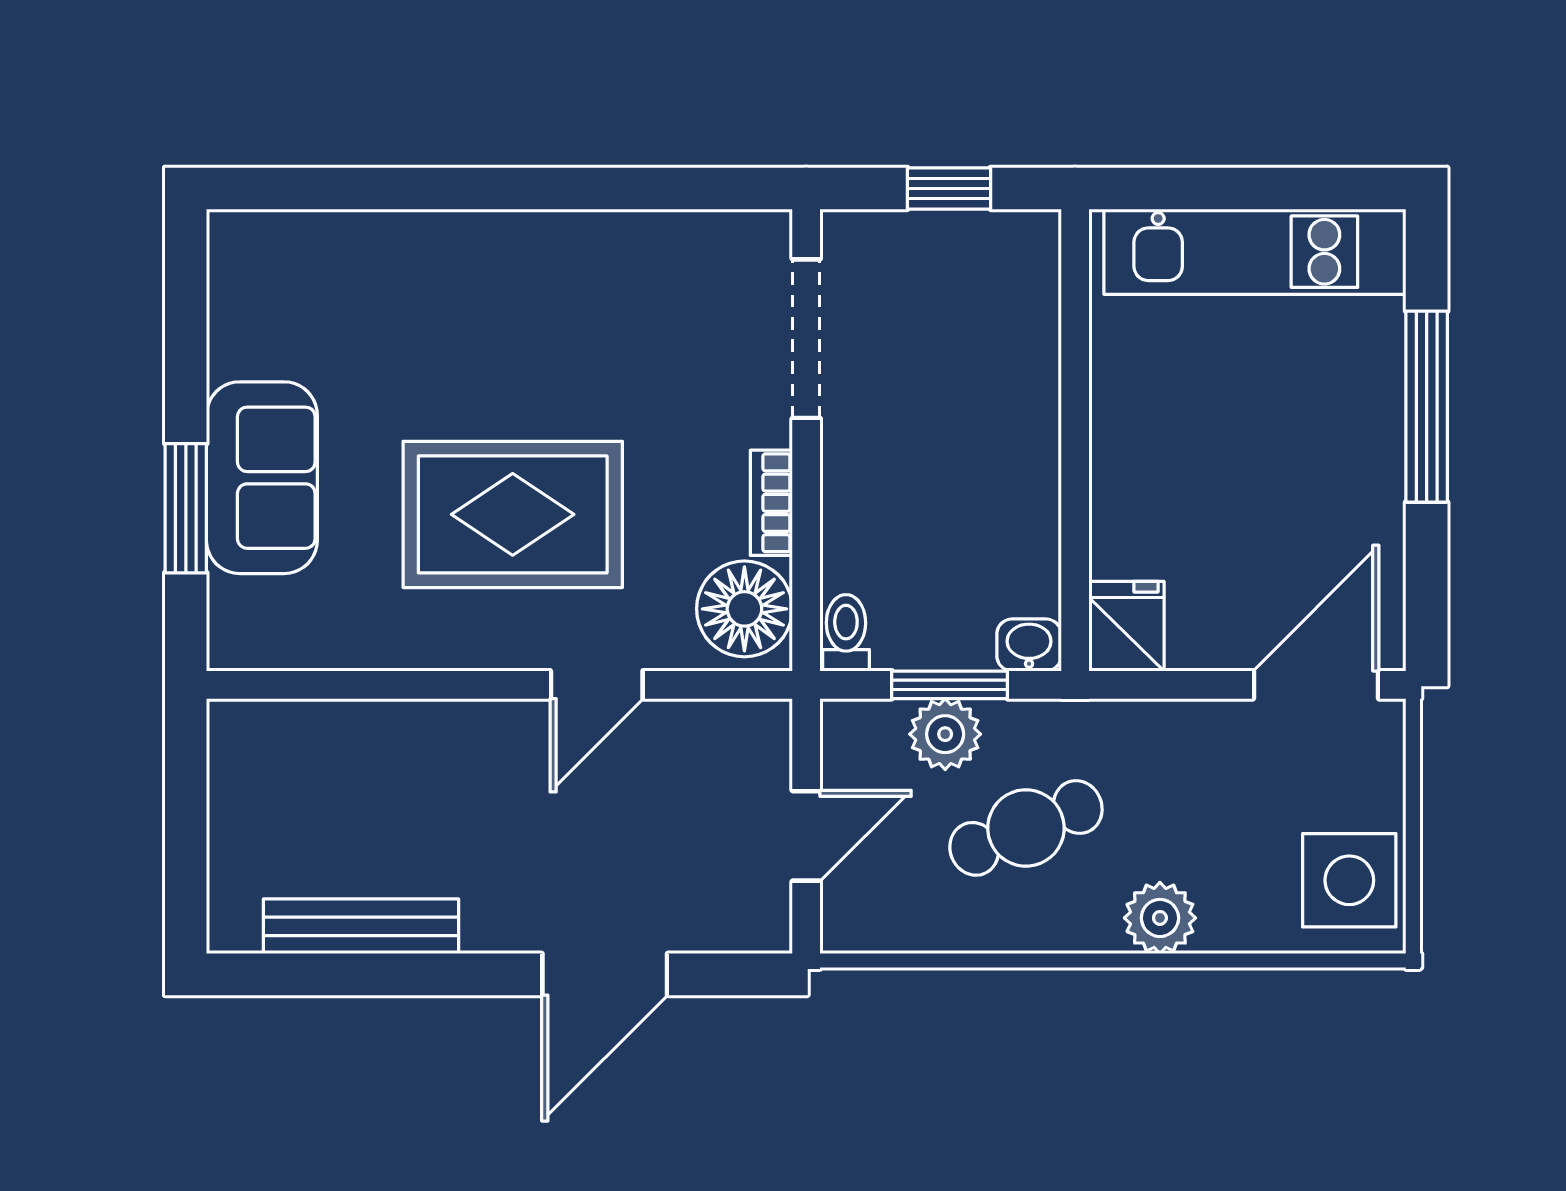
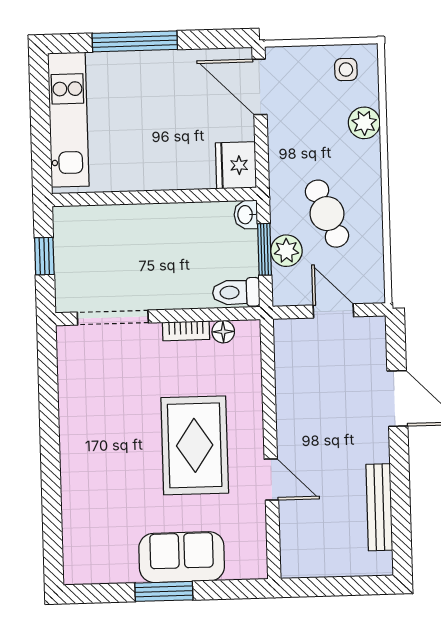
window: (186, 508) -> (164, 591), moved
floor lamp: (744, 609) -> (223, 332), width x0.53, depth x0.53
fridge: (1126, 626) -> (236, 165), width x1.38
toilet: (846, 633) -> (236, 292), width x1.37, depth x1.39
door: (597, 685) -> (271, 480), moved
side table: (1349, 880) -> (346, 70), width x0.54, depth x0.54
plant: (1160, 918) -> (364, 123), moved

